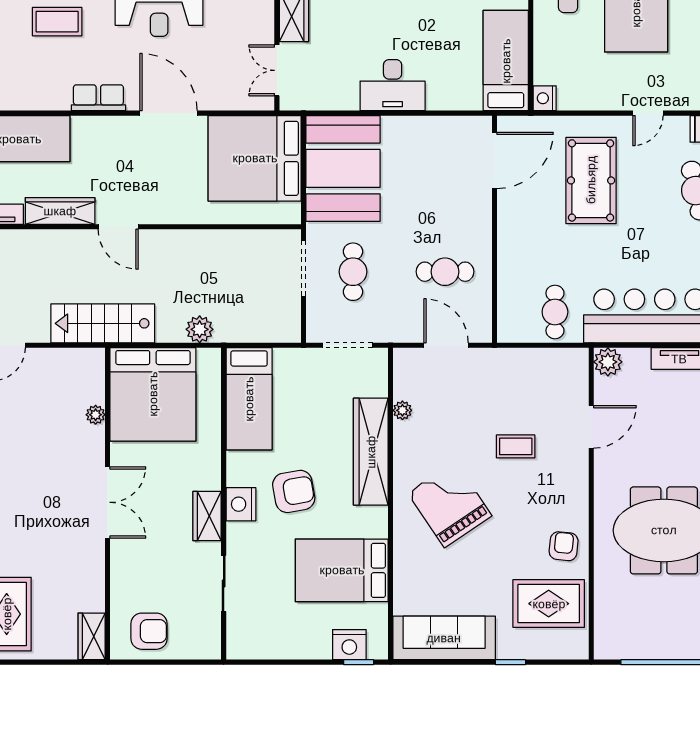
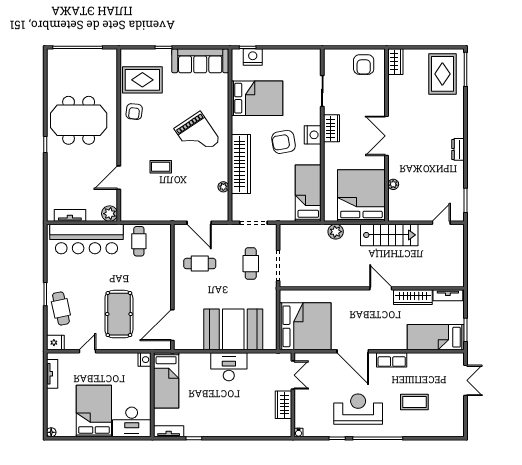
booth: (343, 168) -> (233, 329), moved, turned 90
armchair: (149, 631) -> (364, 65), turned -90

